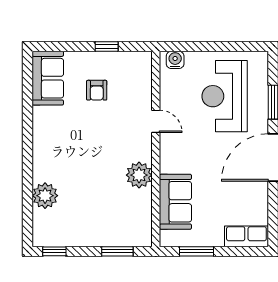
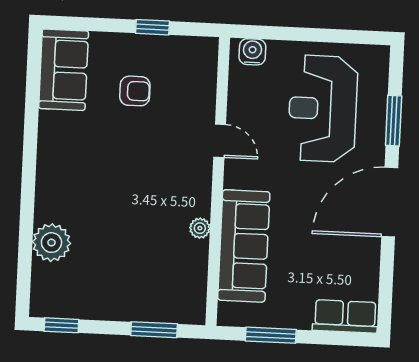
armchair: (97, 90) -> (135, 91), turned -90
plant: (139, 175) -> (200, 228), width x0.53, depth x0.53
sofa: (175, 202) -> (244, 246), width x1.36

